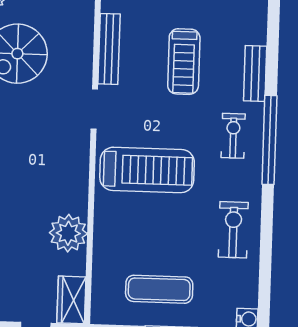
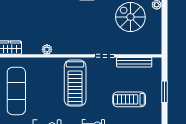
plant: (68, 233) -> (47, 49), width x0.53, depth x0.53
exercise mat: (159, 289) -> (16, 91), width x1.36, depth x1.45

